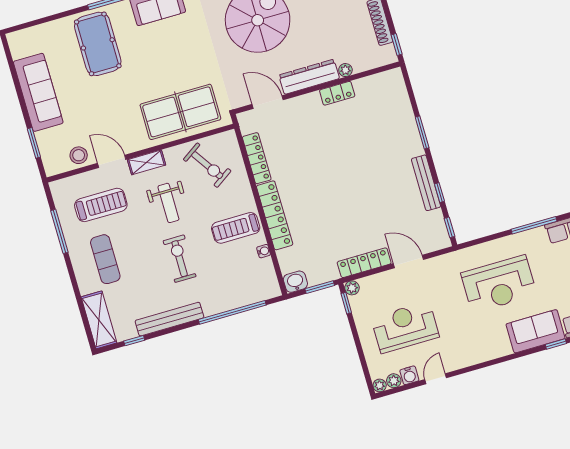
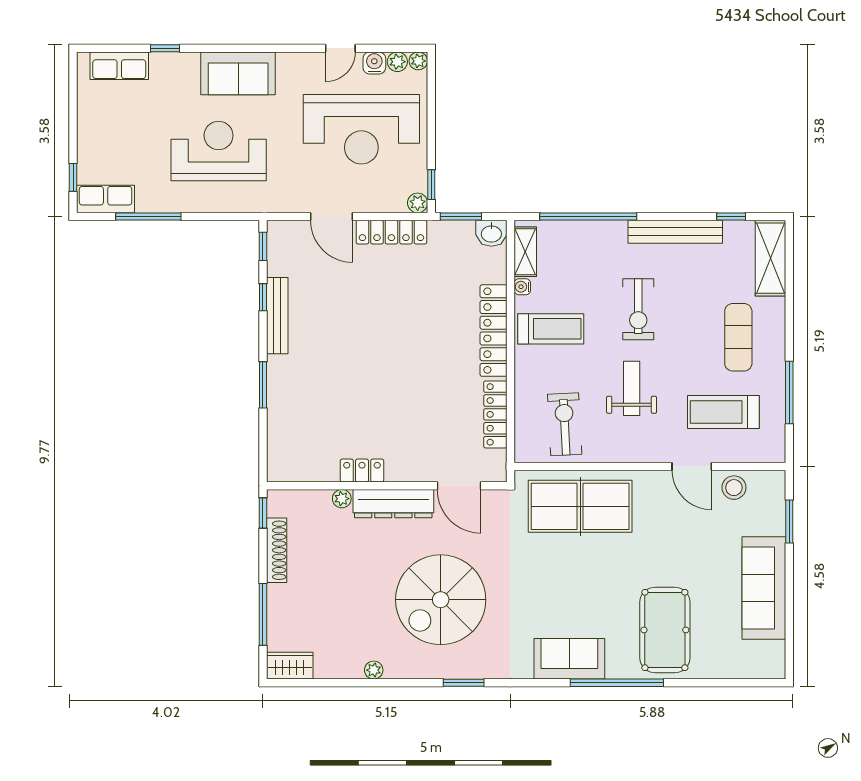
shelving: (146, 162) -> (525, 252), moved, turned 90
exercise bike: (207, 165) -> (565, 424), turned 31
reception desk: (405, 327) -> (361, 129), width x1.36, depth x1.30
sofa: (535, 331) -> (238, 73), moved

